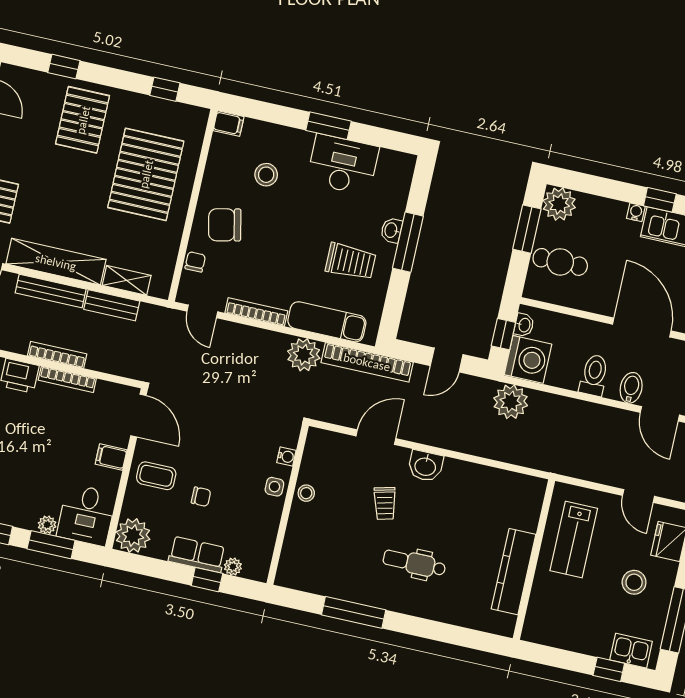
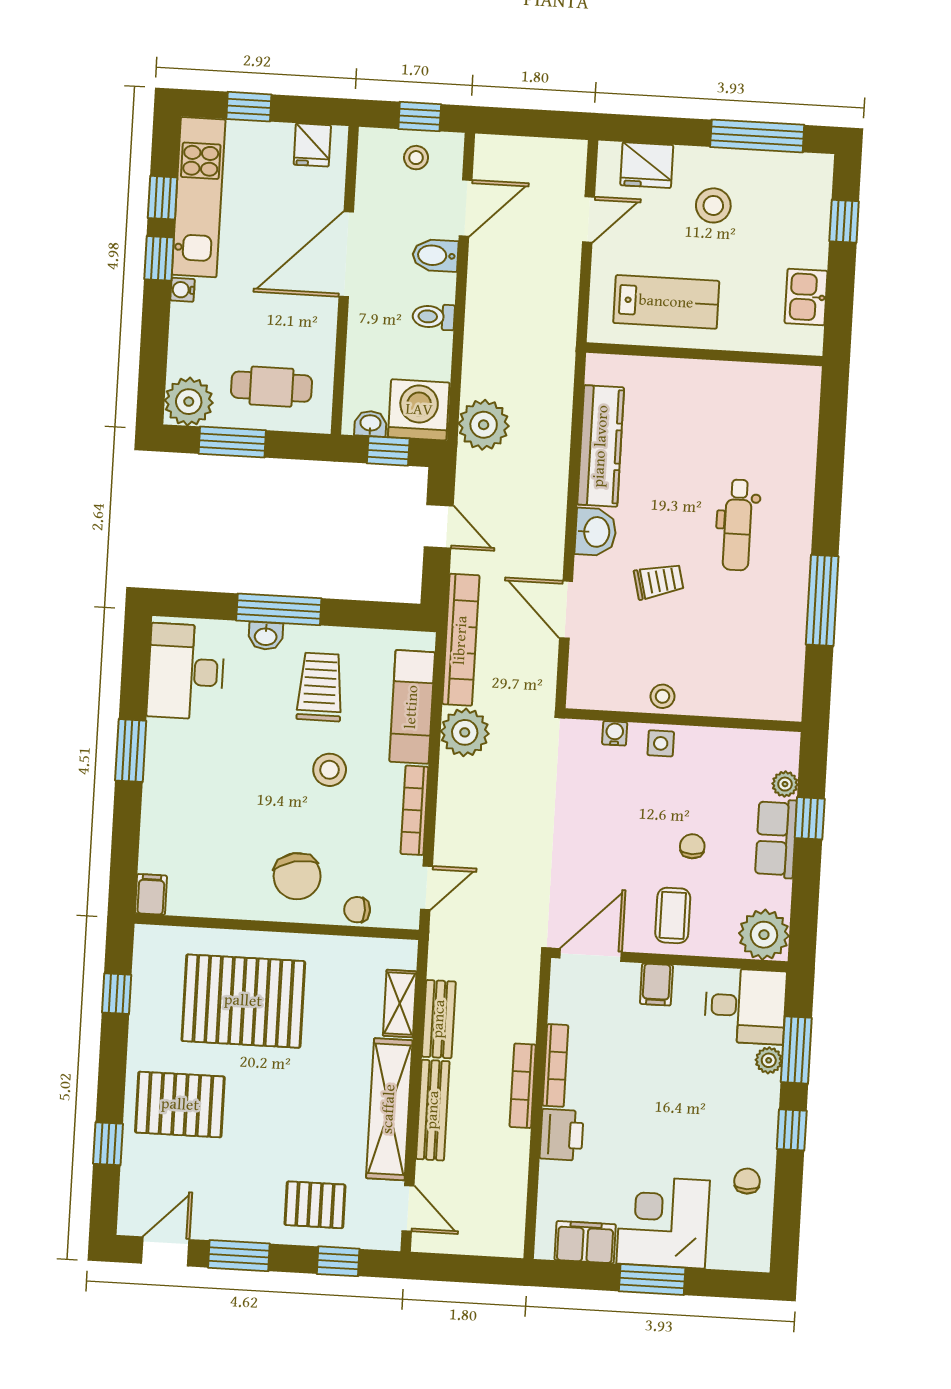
desk: (343, 165) -> (186, 672), moved
stool: (266, 175) -> (330, 770), moved
cafe table: (560, 262) -> (272, 387), turned 90
toilet: (594, 375) -> (434, 317), width x0.73, depth x0.72
kitchen counter: (514, 572) -> (601, 446), moved, turned -90
kitchen sink: (631, 651) -> (806, 297), moved

